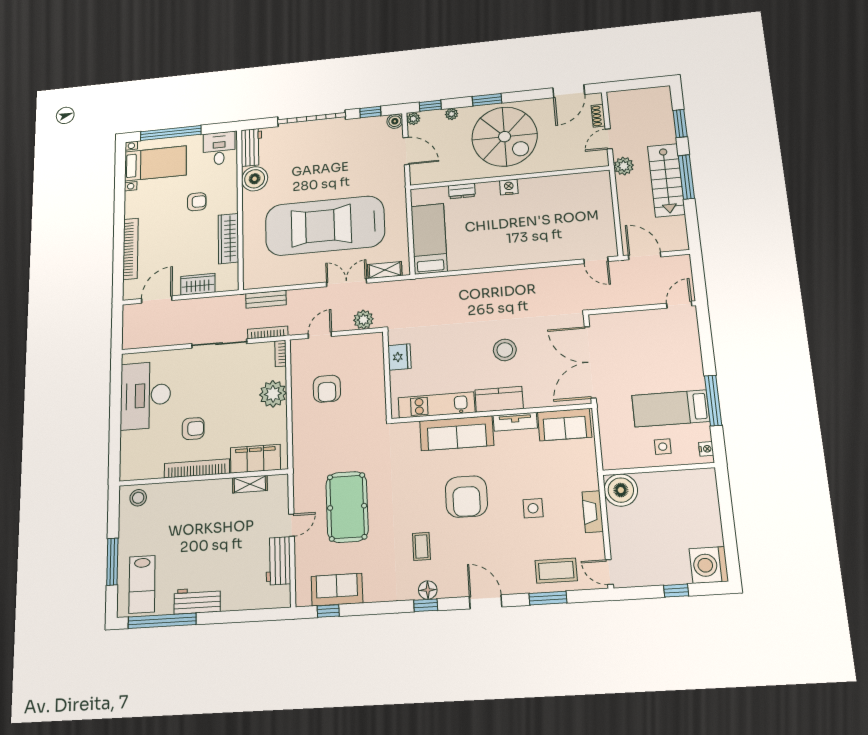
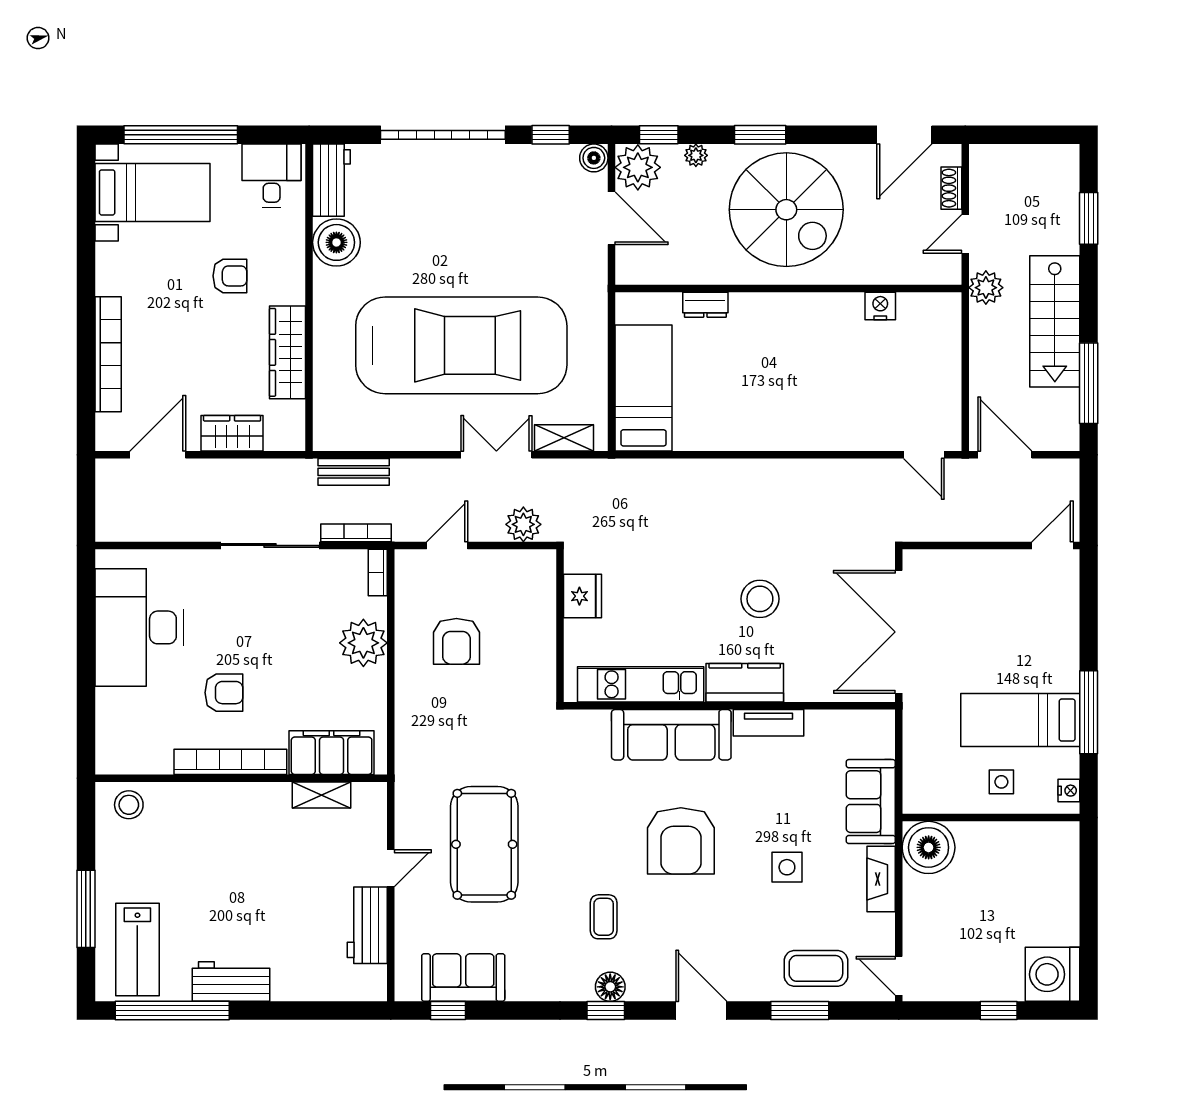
plant: (413, 119) -> (638, 167), width x1.88, depth x1.88
window: (686, 177) -> (1089, 383), moved
nightstand: (509, 187) -> (880, 306), moved
car: (325, 226) -> (461, 345), turned 180
sofa: (565, 425) -> (871, 802), moved, turned 90

